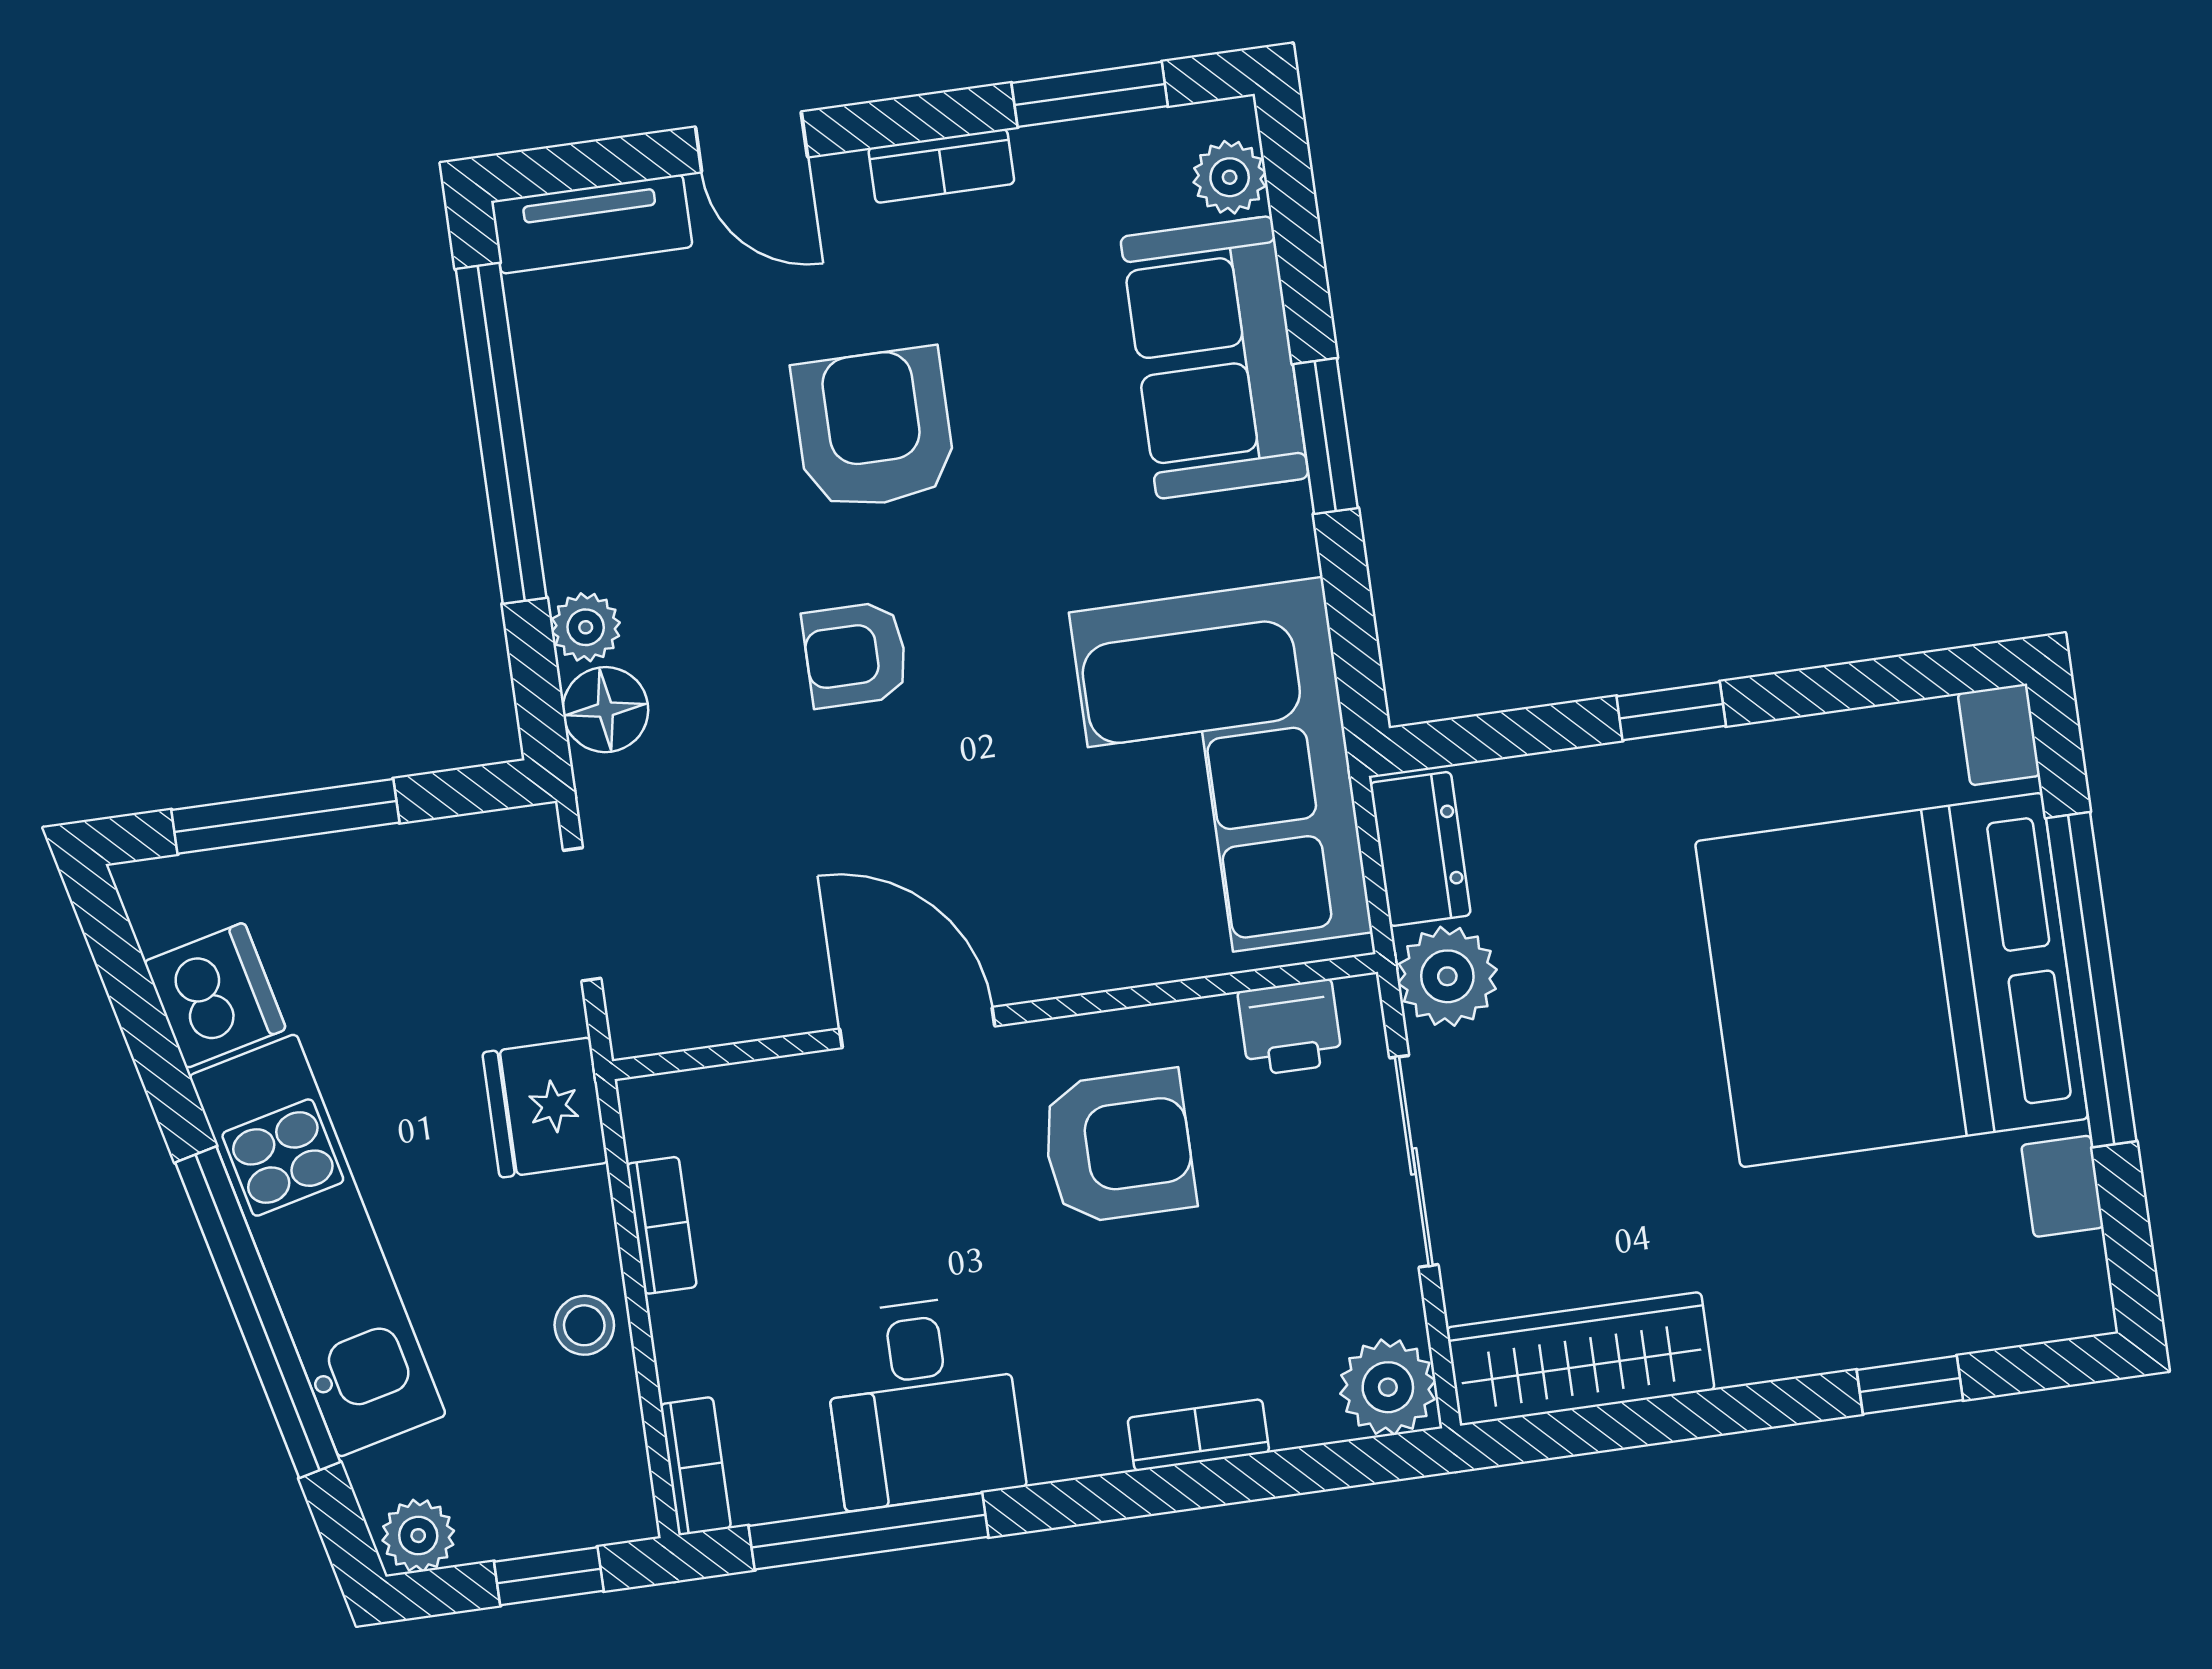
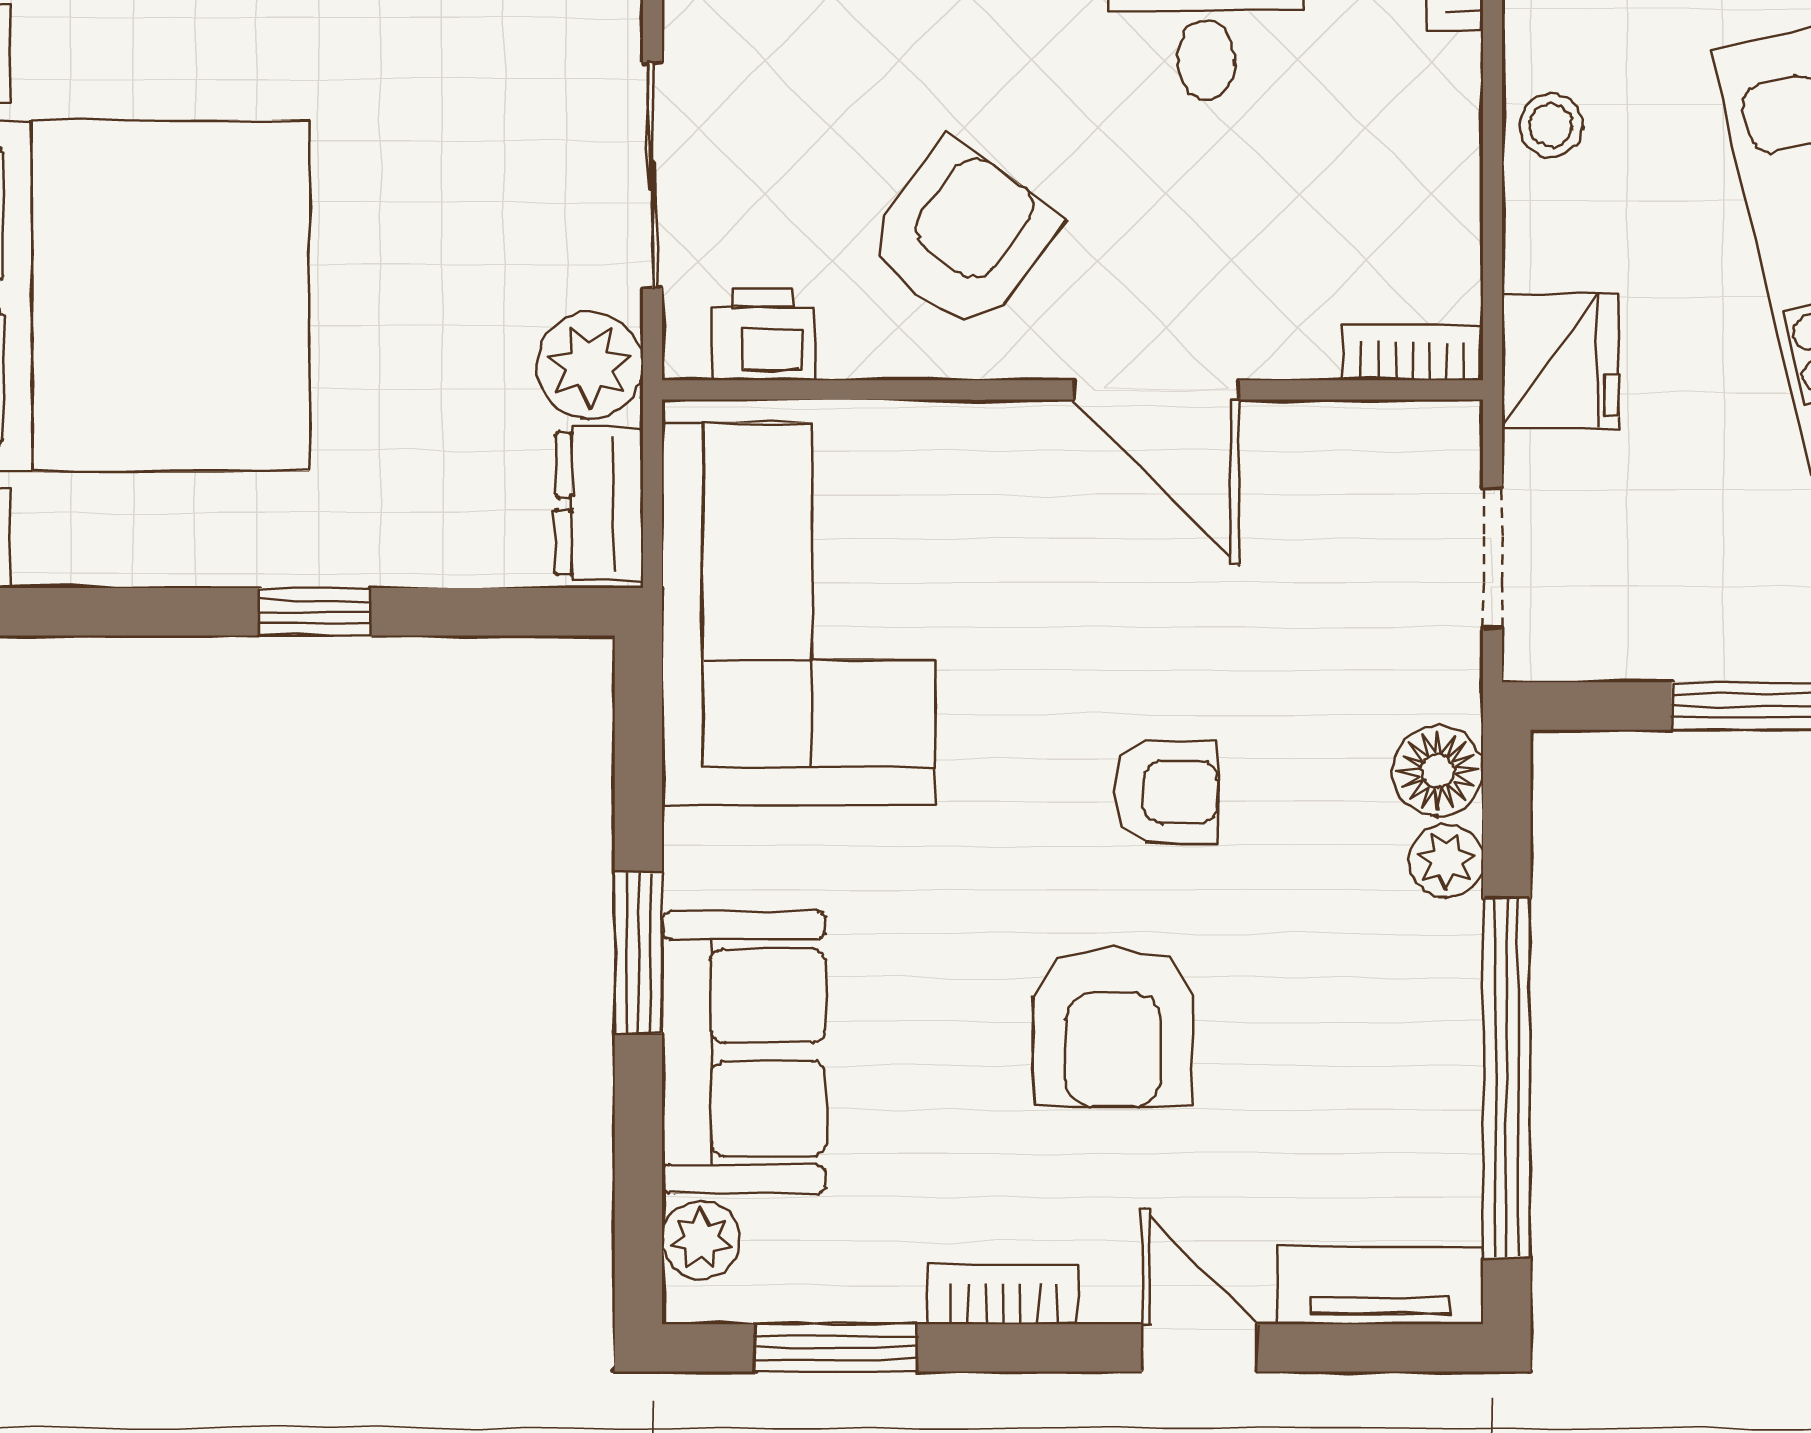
armchair: (1118, 1146) -> (962, 235), turned 127
bookcase: (662, 1225) -> (1413, 352), moved, turned 90

